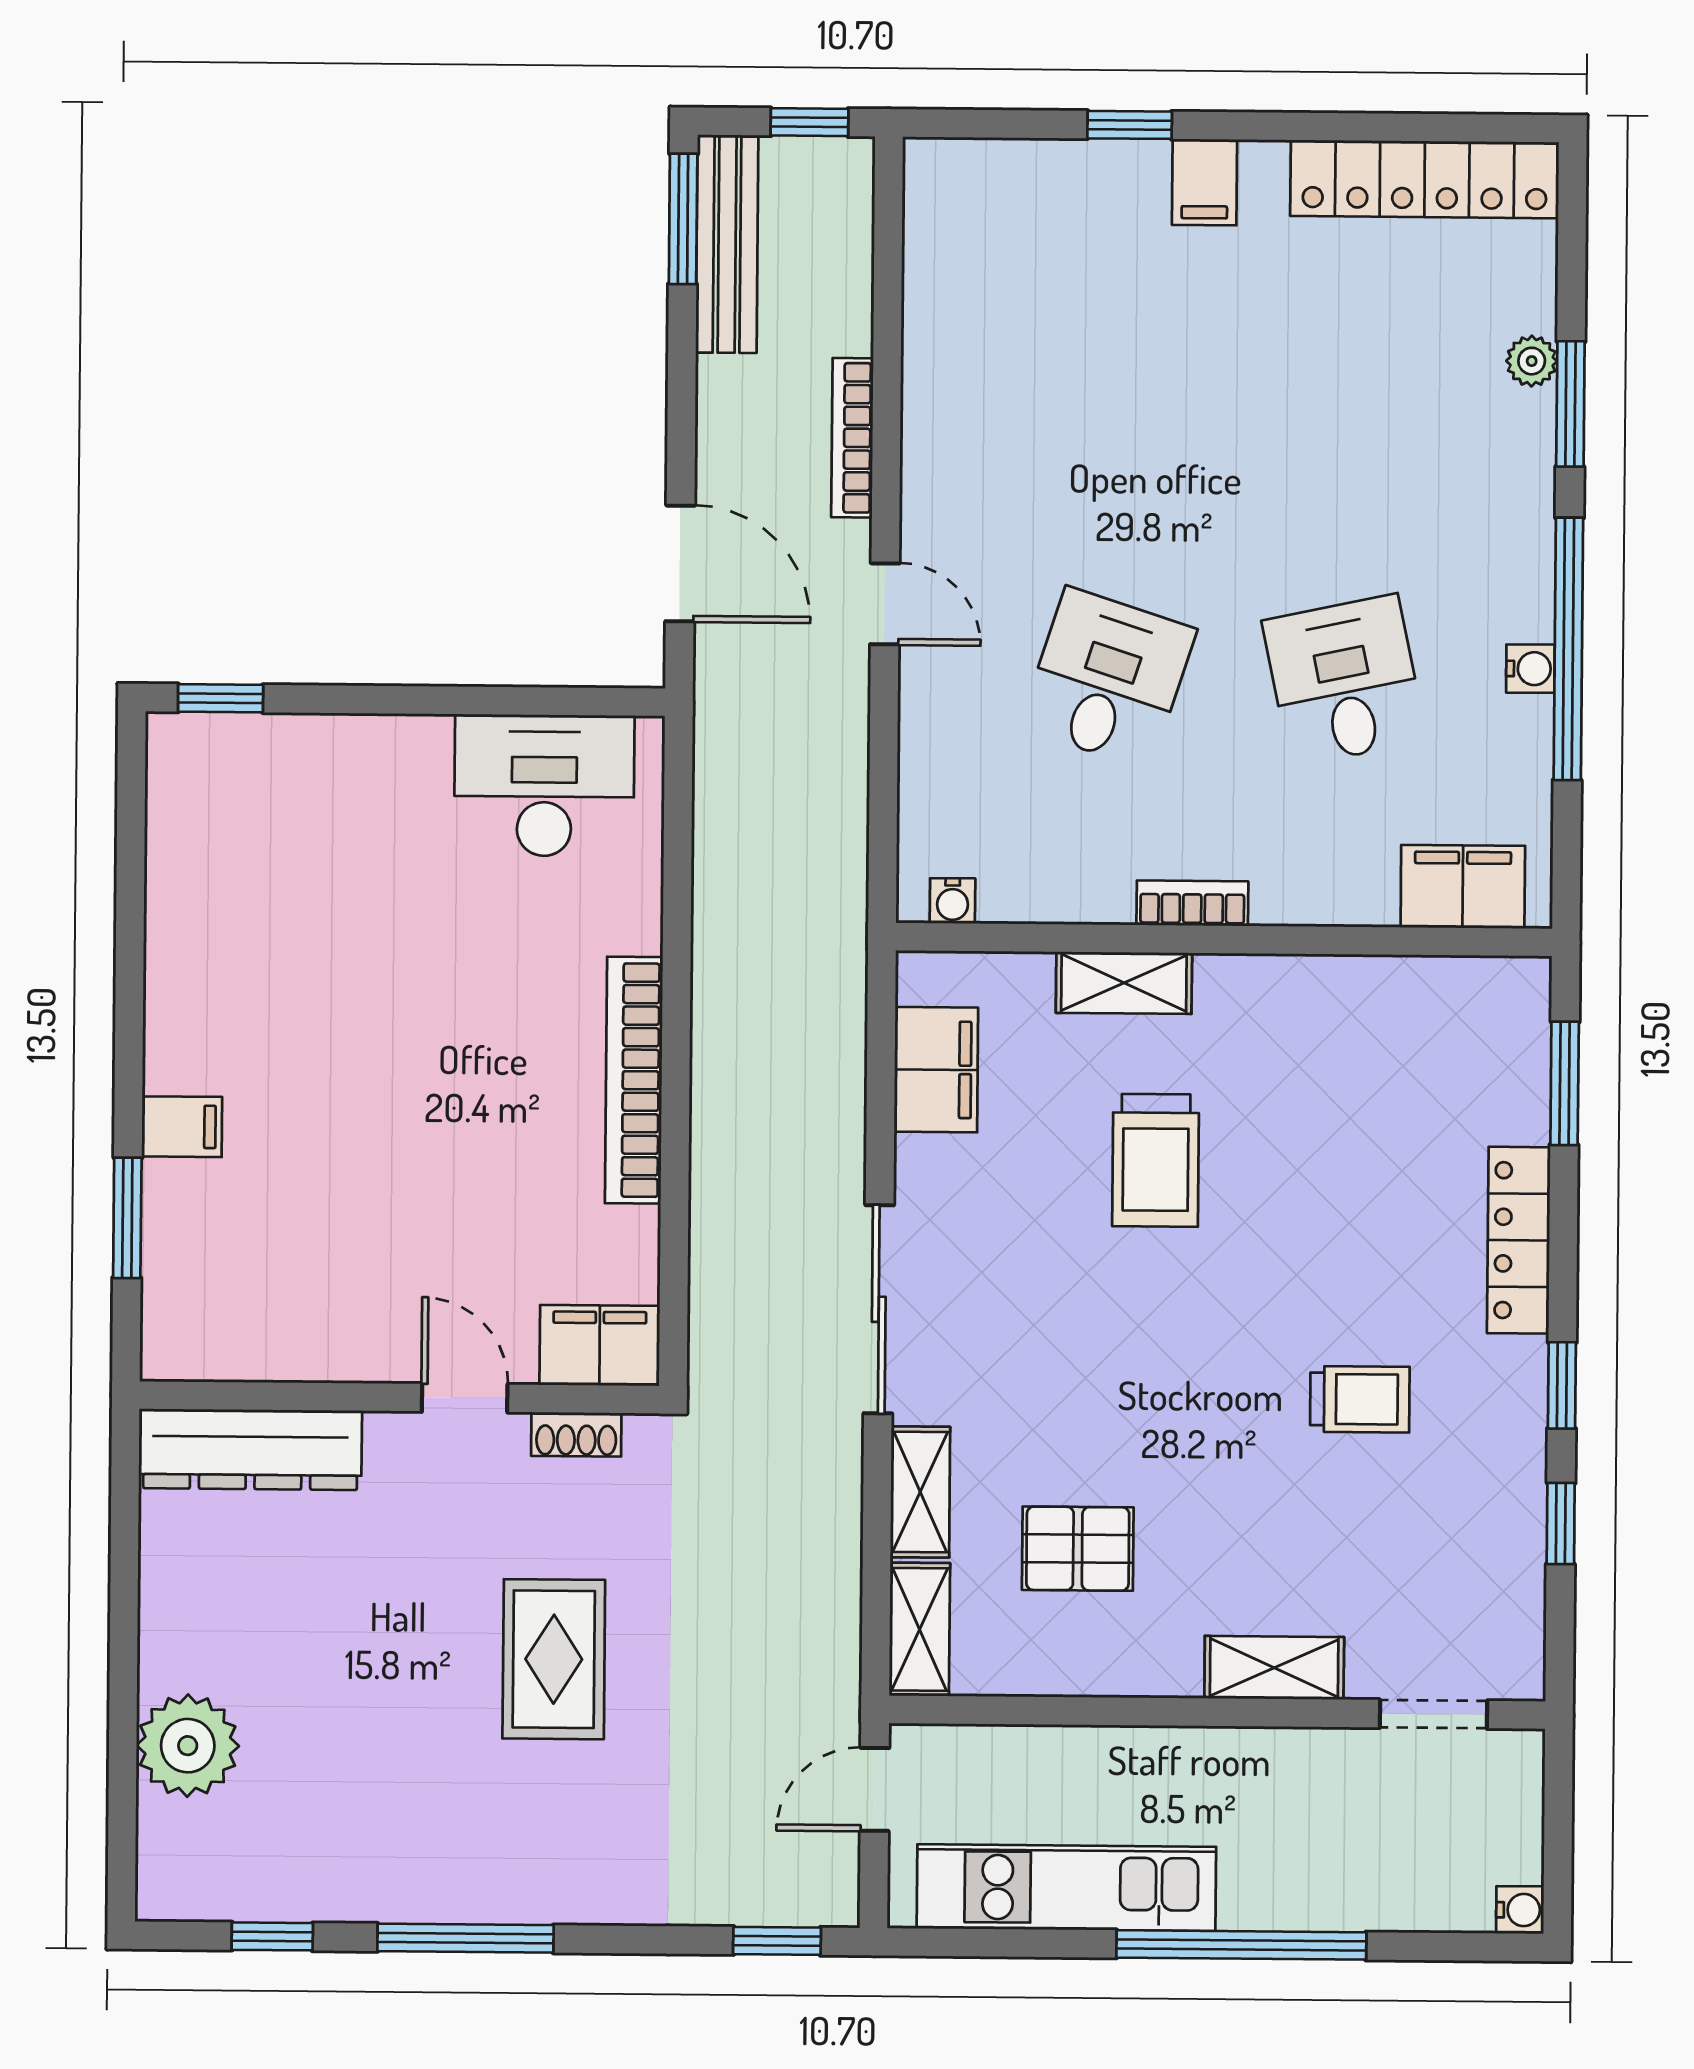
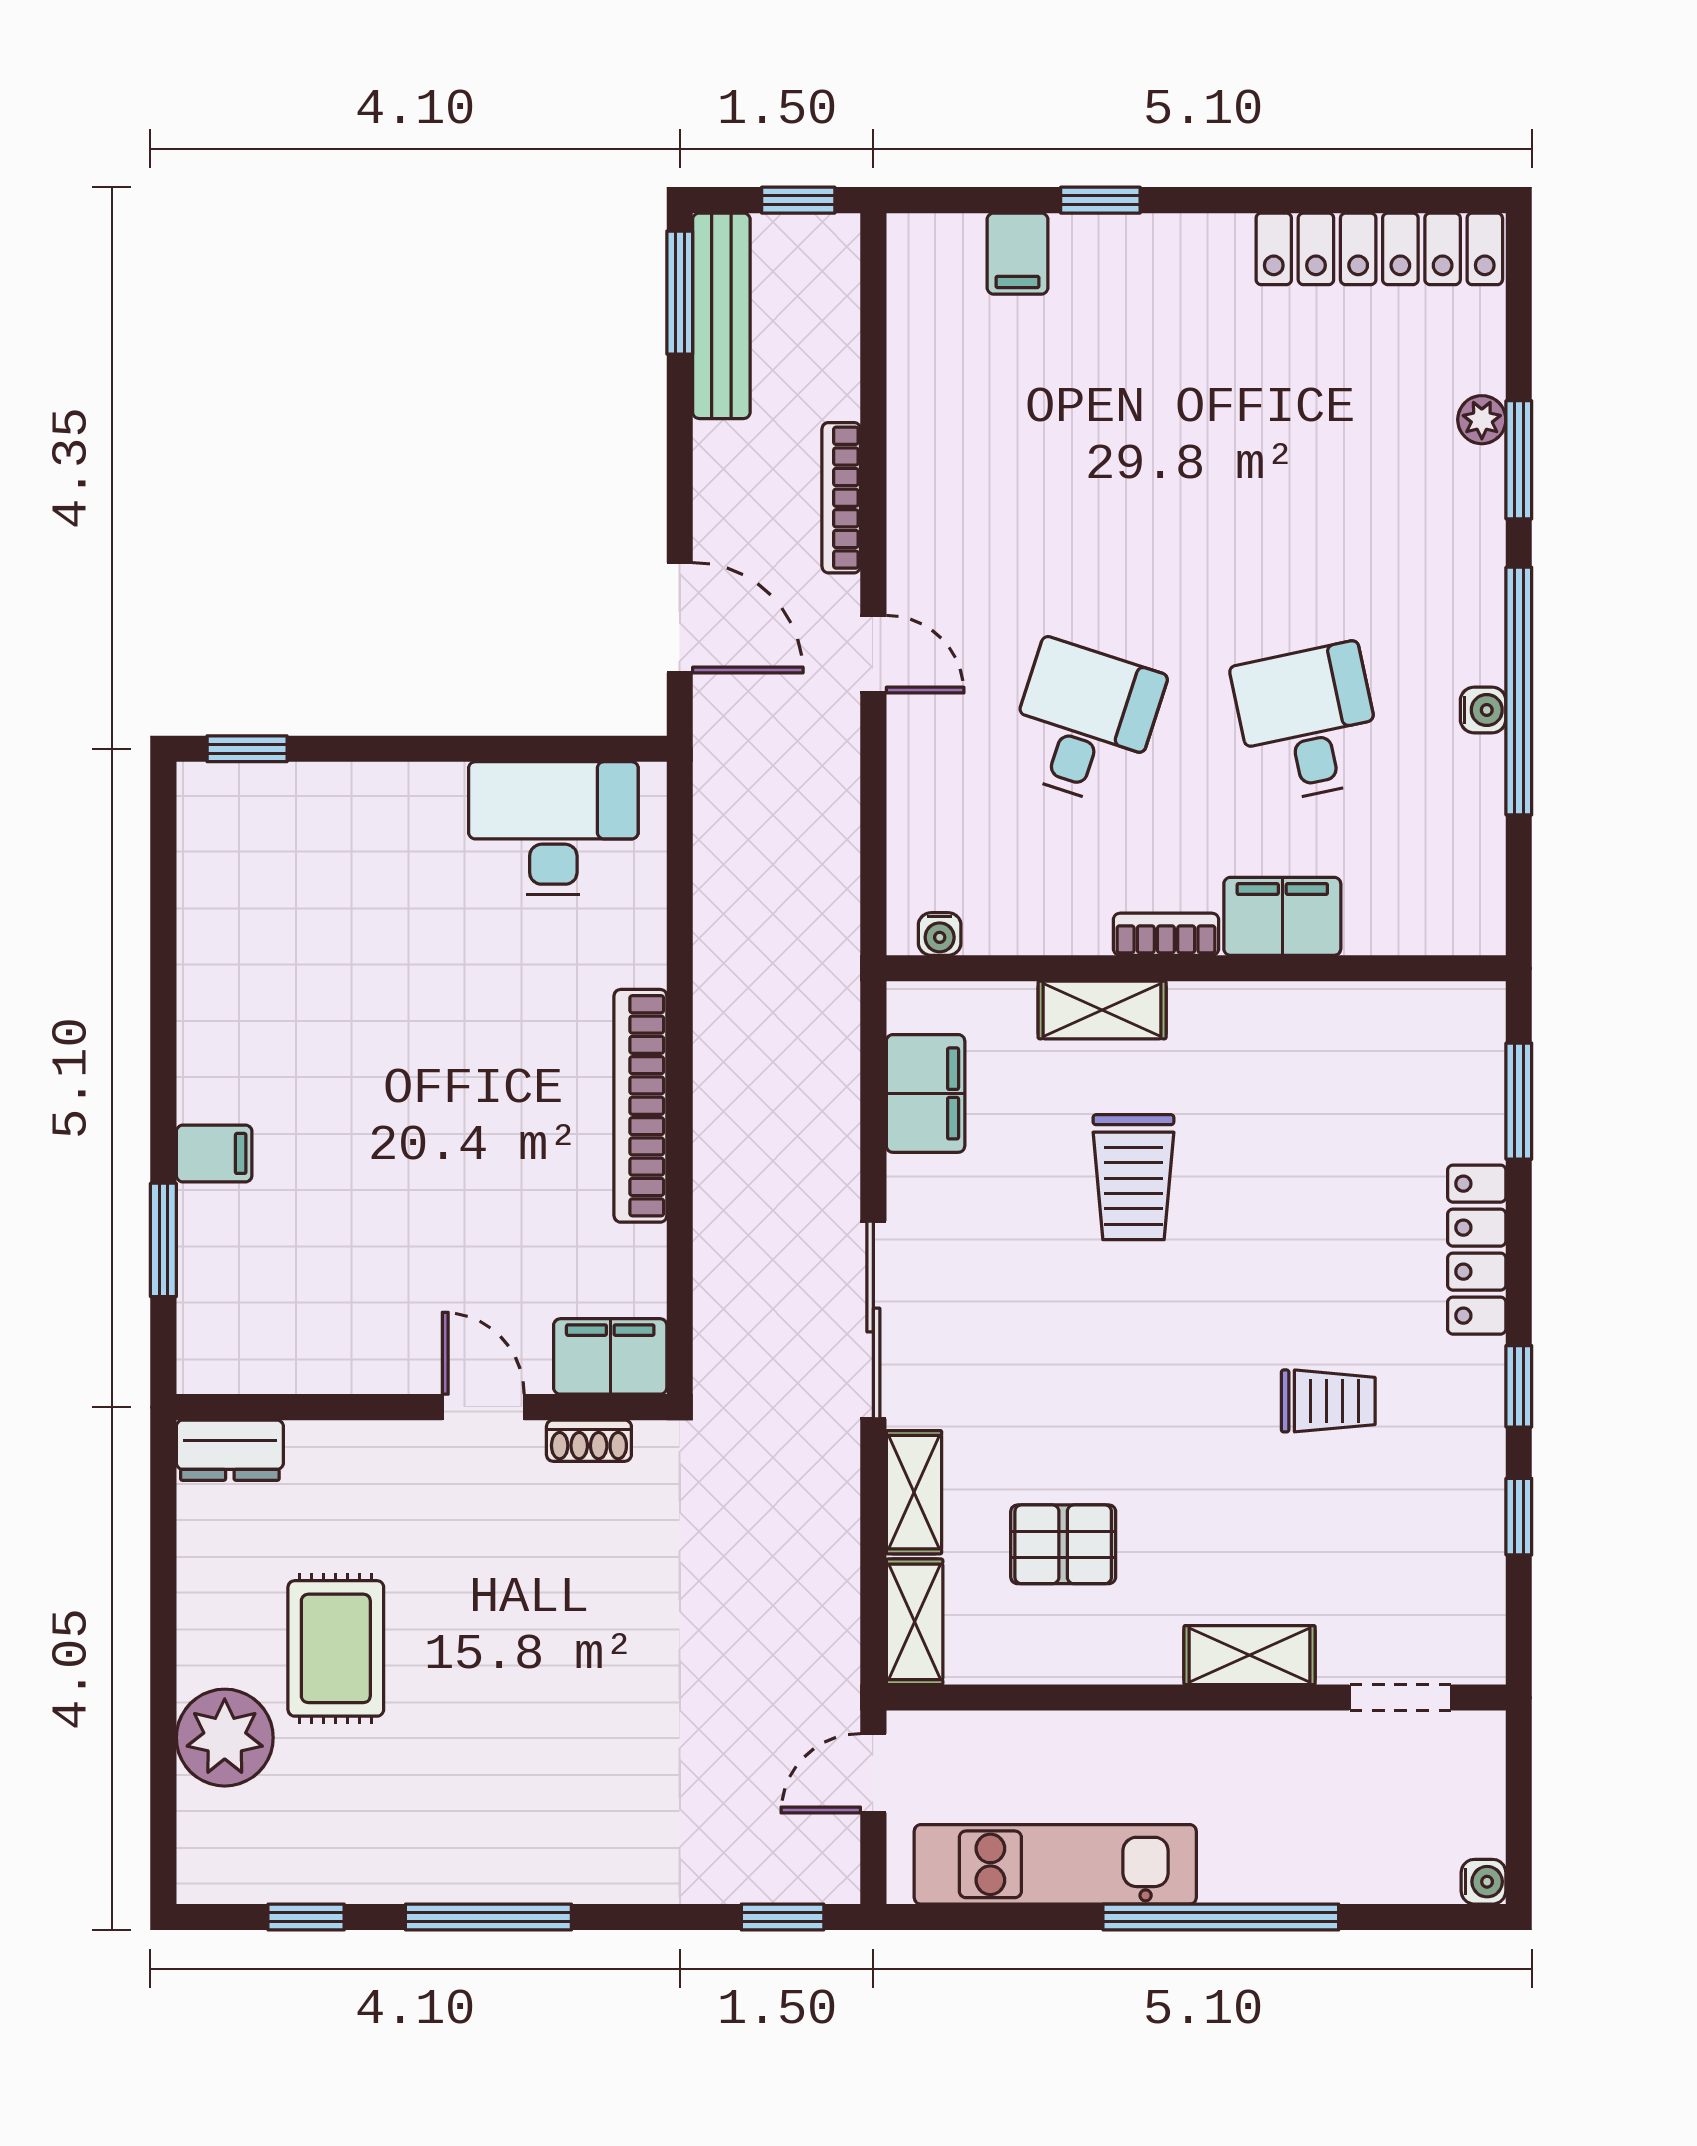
filing cabinet: (1205, 182) -> (1017, 254), moved
filing cabinet: (1463, 887) -> (1282, 916), moved
dresser: (250, 1449) -> (230, 1450), width x0.51, depth x0.80
rug: (554, 1659) -> (336, 1648), moved

